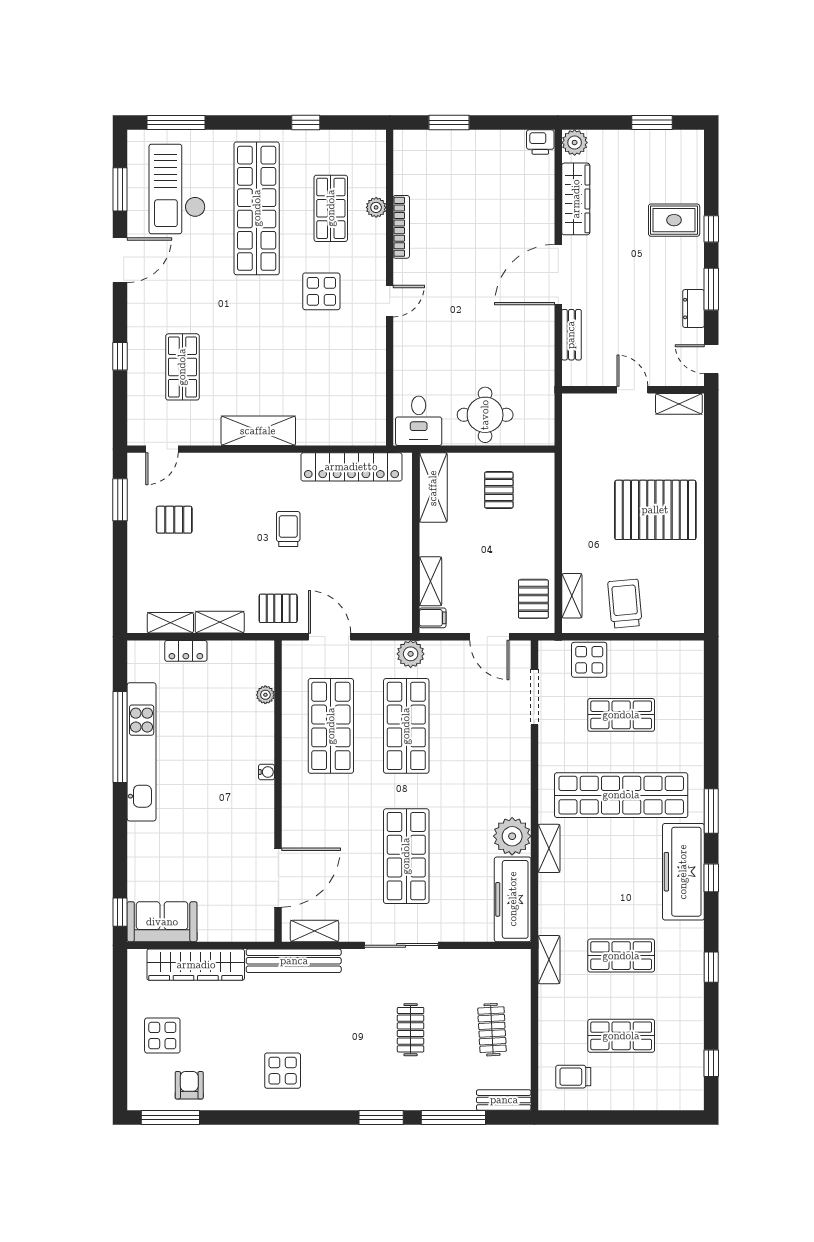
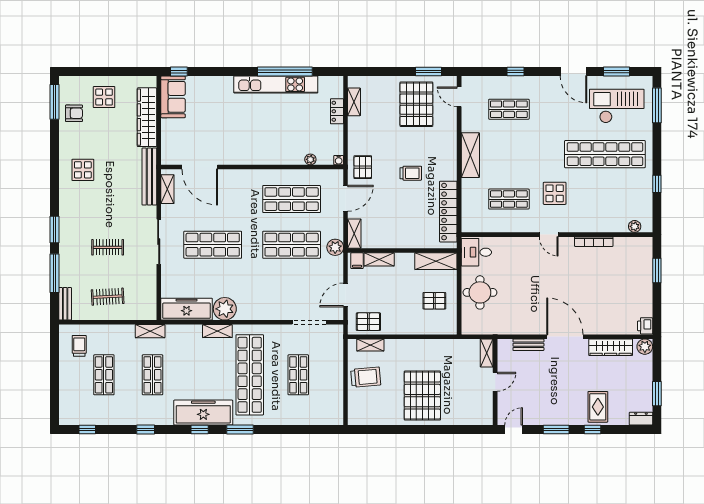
plant: (376, 207) -> (635, 226), moved
shop shelf: (331, 208) -> (509, 199), moved
dresser: (694, 309) -> (641, 419), moved
shelving: (679, 404) -> (487, 353), moved
pallet: (174, 520) -> (416, 104), width x2.05, depth x2.00
shelving: (220, 622) -> (354, 234), moved
display table: (589, 660) -> (332, 355), removed
water cooler: (267, 772) -> (339, 160), moved

